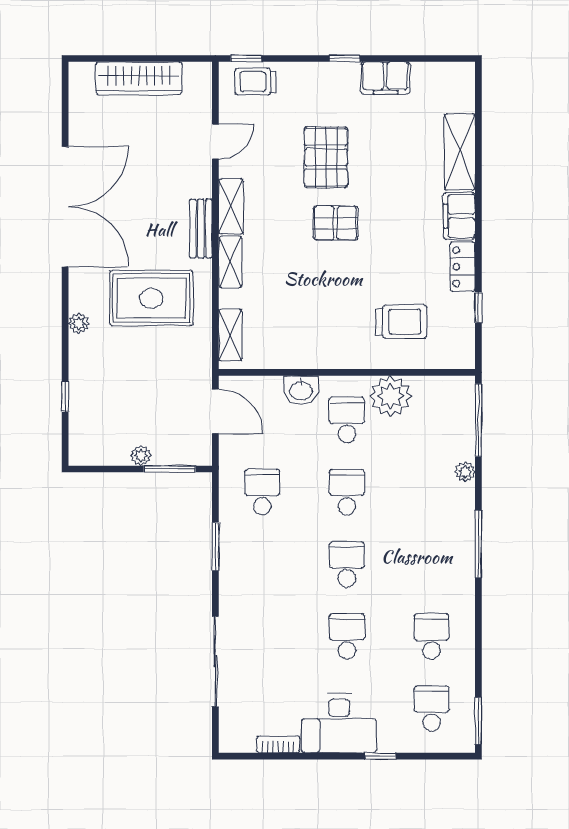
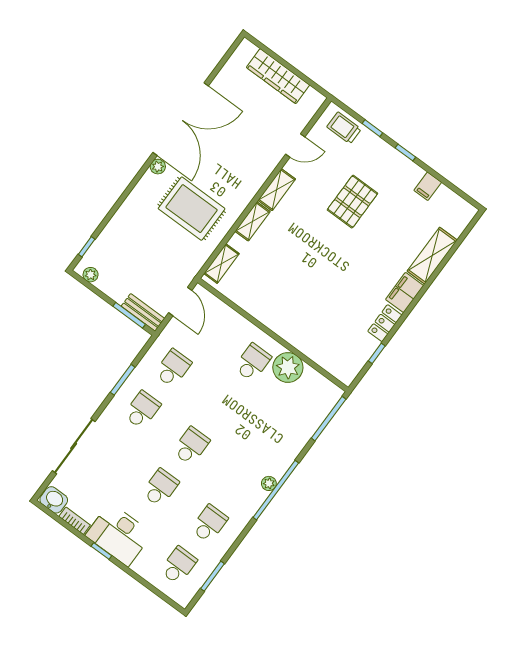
window: (246, 59) -> (372, 128), moved
filing cabinet: (385, 78) -> (428, 186), width x0.50
pallet: (336, 223) -> (330, 244), removed
bench: (201, 229) -> (143, 312), moved, turned 90
trolley: (401, 322) -> (326, 329), removed
plant: (79, 323) -> (158, 167), moved
washbasin: (301, 390) -> (54, 500), moved, turned 180
window: (65, 397) -> (87, 247), moved
plant: (141, 456) -> (91, 275), moved
plant: (465, 472) -> (269, 483), moved
school desk: (347, 492) -> (142, 410), moved
window: (478, 544) -> (276, 490), width x1.46
window: (478, 721) -> (212, 576), moved
window: (380, 756) -> (101, 551), moved

